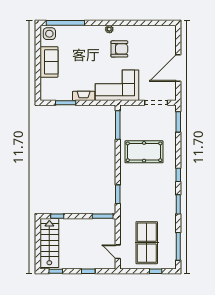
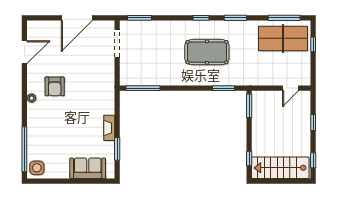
door: (149, 23) -> (24, 52), added
armchair: (119, 49) -> (55, 86), turned 180
sofa: (49, 62) -> (88, 168), moved
door: (178, 68) -> (77, 18), hinge flipped
corner sofa: (117, 85) -> (97, 89), removed
pool table: (144, 152) -> (207, 52), moved, turned 90
table tennis table: (147, 243) -> (283, 38), moved

